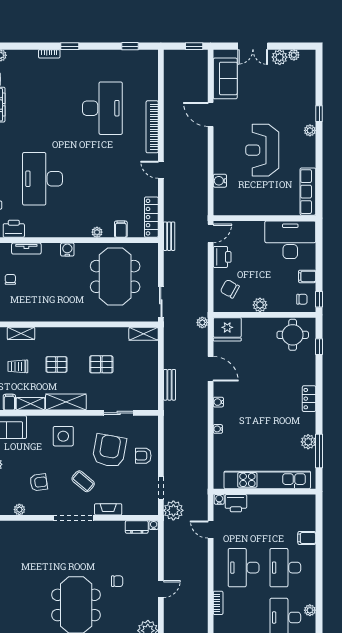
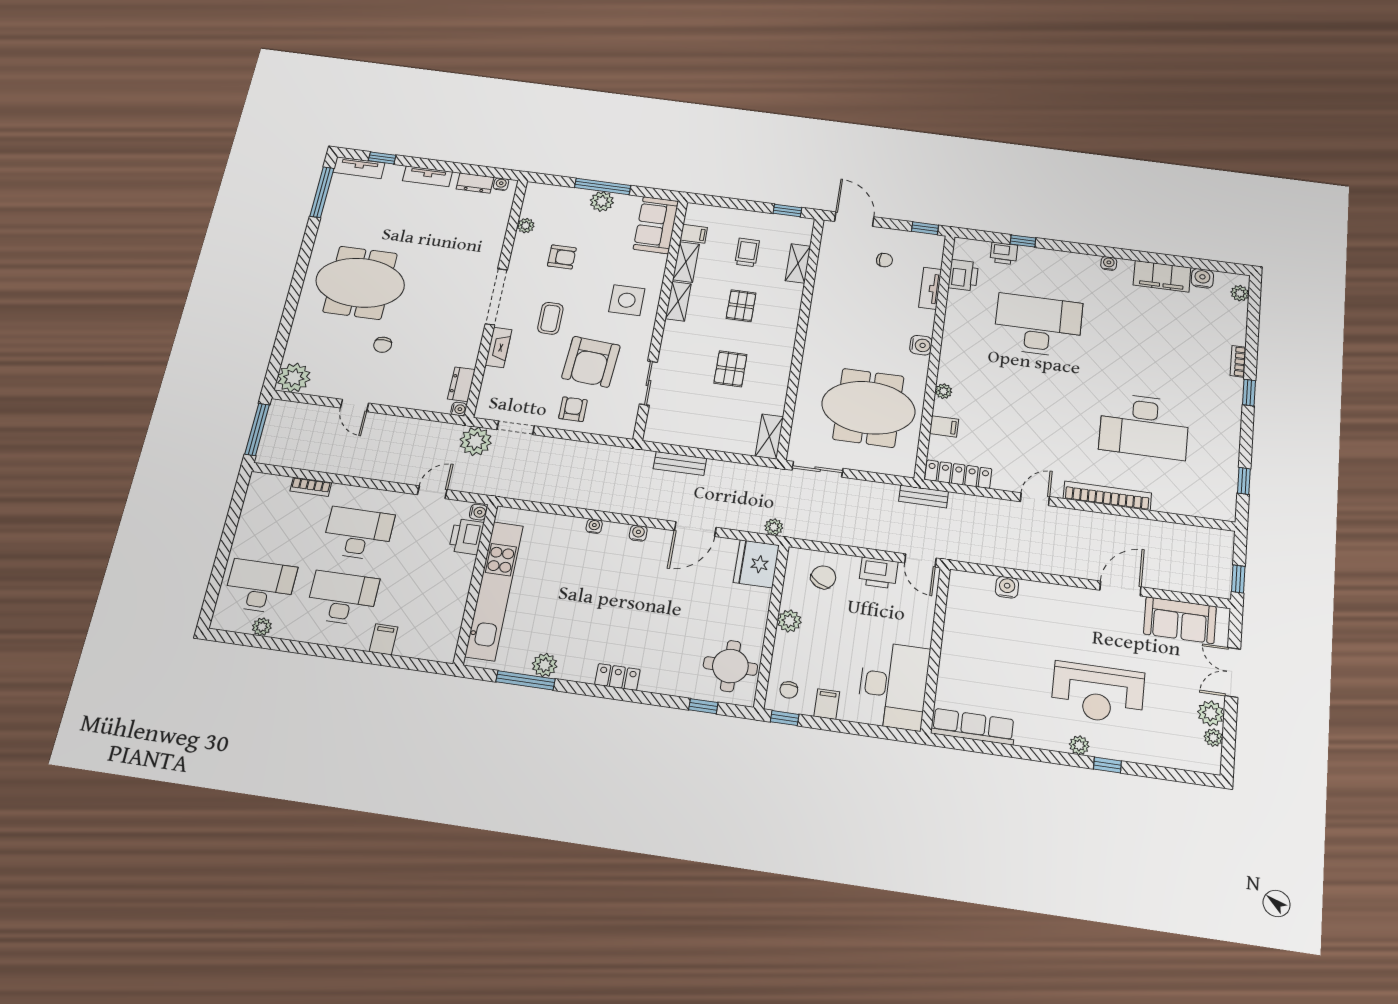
reception desk: (262, 150) -> (1098, 693), moved, turned 180
shelving: (66, 402) -> (678, 301), width x0.67, depth x0.75
armchair: (109, 451) -> (591, 362), turned 84
coffee table: (83, 481) -> (550, 318), turned -40
armchair: (39, 482) -> (562, 257), turned -82

